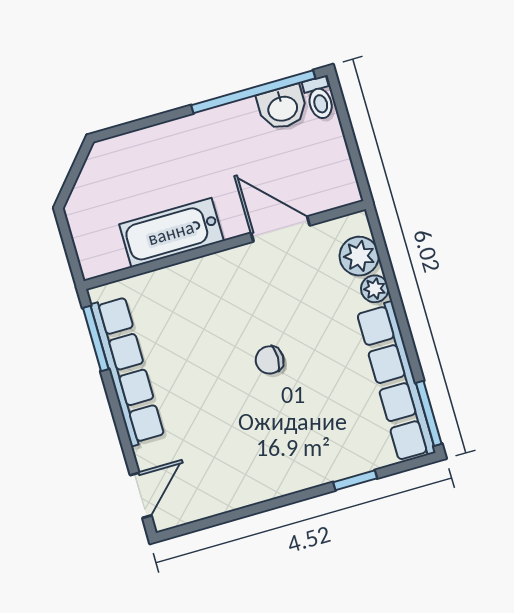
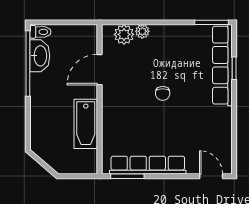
washbasin: (282, 108) -> (40, 56), width x1.38
row of seats: (396, 382) -> (222, 65), moved, turned 90

